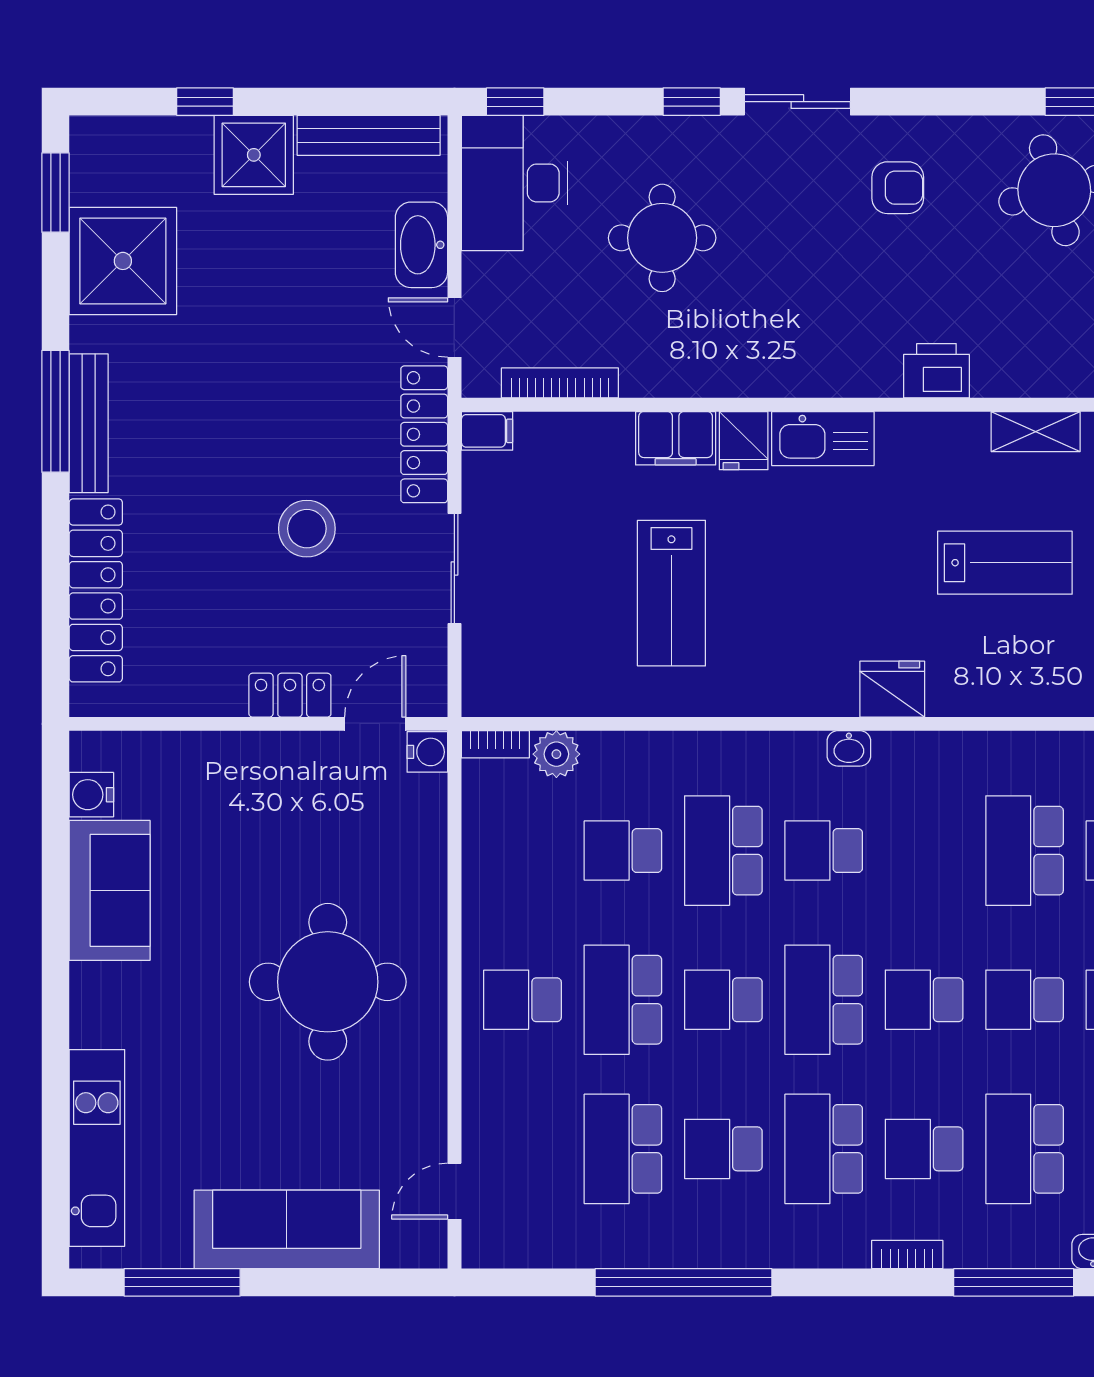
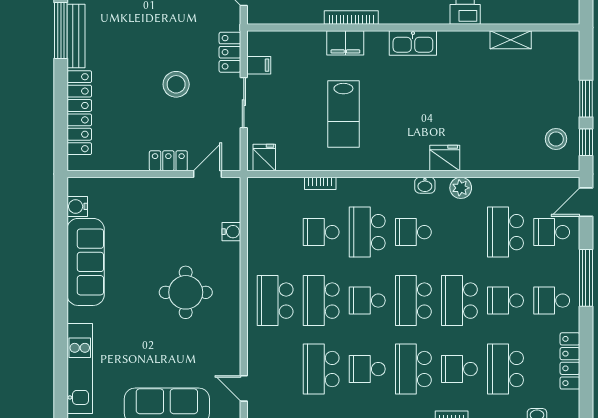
bookcase: (560, 383) -> (351, 17), moved
filing cabinet: (487, 431) -> (259, 65), moved
locker: (424, 434) -> (230, 52), width x0.66
fridge: (744, 441) -> (264, 157), moved, turned 180
lab bench: (1005, 563) -> (497, 100), removed
bookcase: (495, 744) -> (320, 183), moved
water cooler: (427, 752) -> (231, 232), moved
plant: (556, 754) -> (461, 188), moved
sofa: (110, 890) -> (86, 262), width x1.36
round table: (328, 982) -> (186, 292), width x0.73, depth x0.73
school desk: (522, 1000) -> (275, 301), width x1.85
school desk: (924, 1000) -> (459, 301), width x1.85
door: (454, 1191) -> (244, 388), hinge flipped

